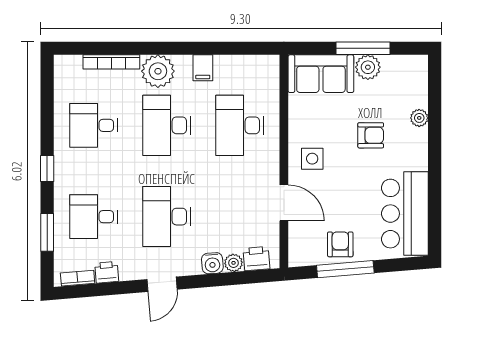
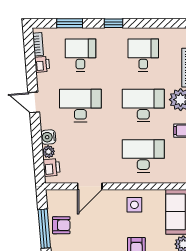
side table: (312, 159) -> (134, 205), moved

